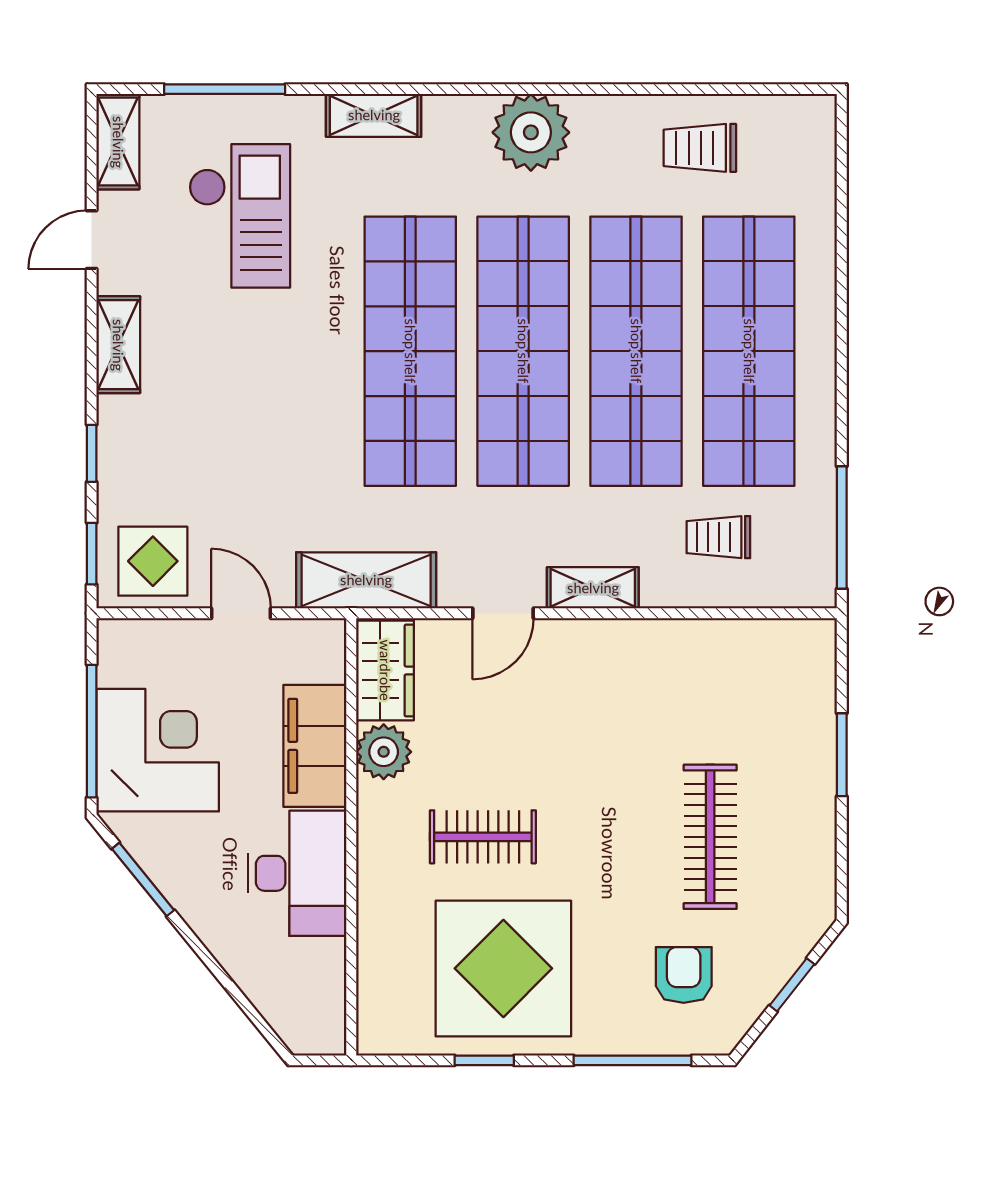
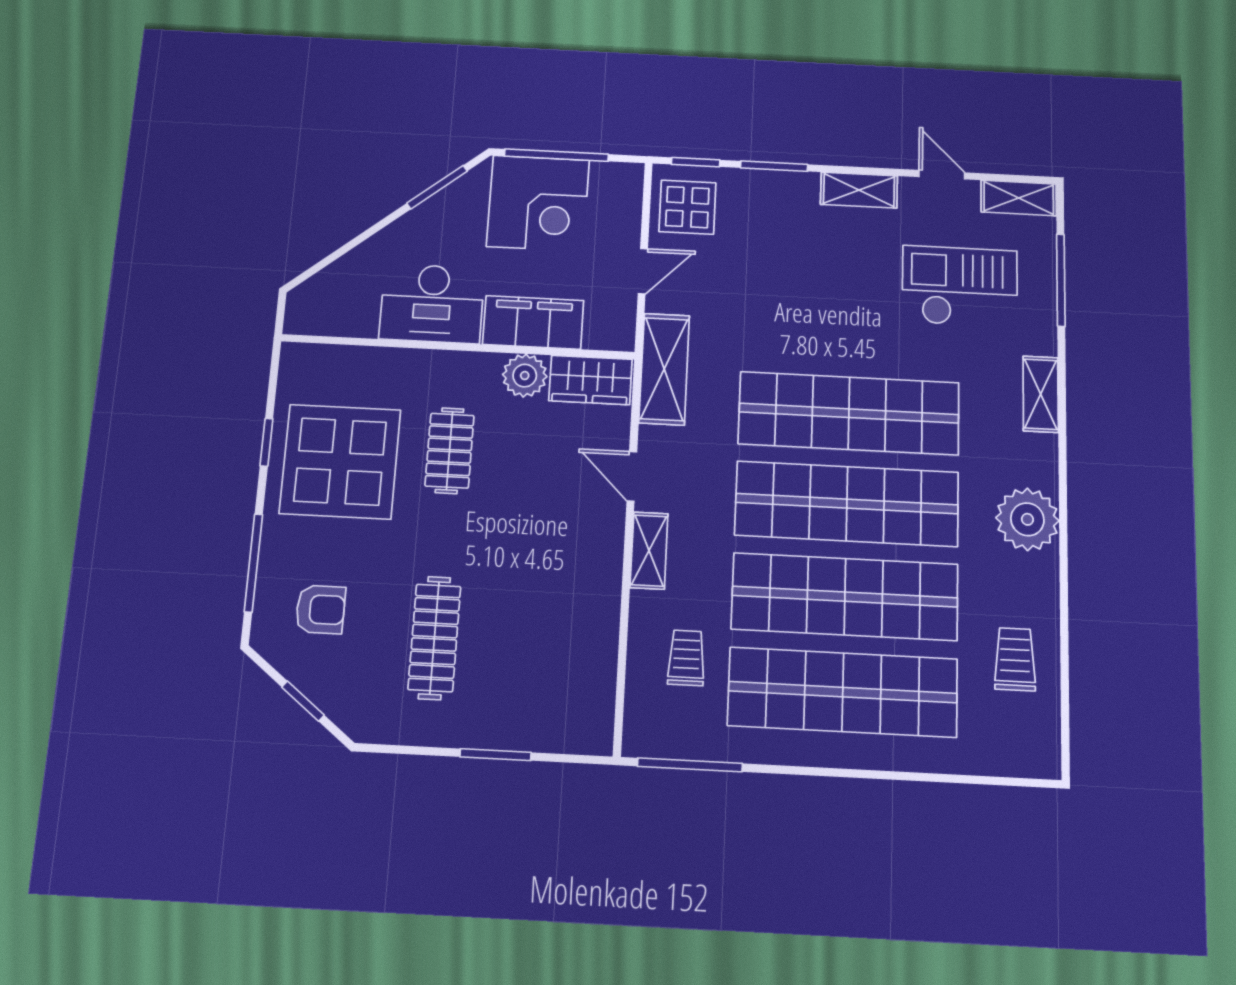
checkout: (240, 216) -> (960, 286), turned 180
window: (92, 453) -> (774, 166), width x1.50
clothes rail: (710, 837) -> (434, 638), turned 90

